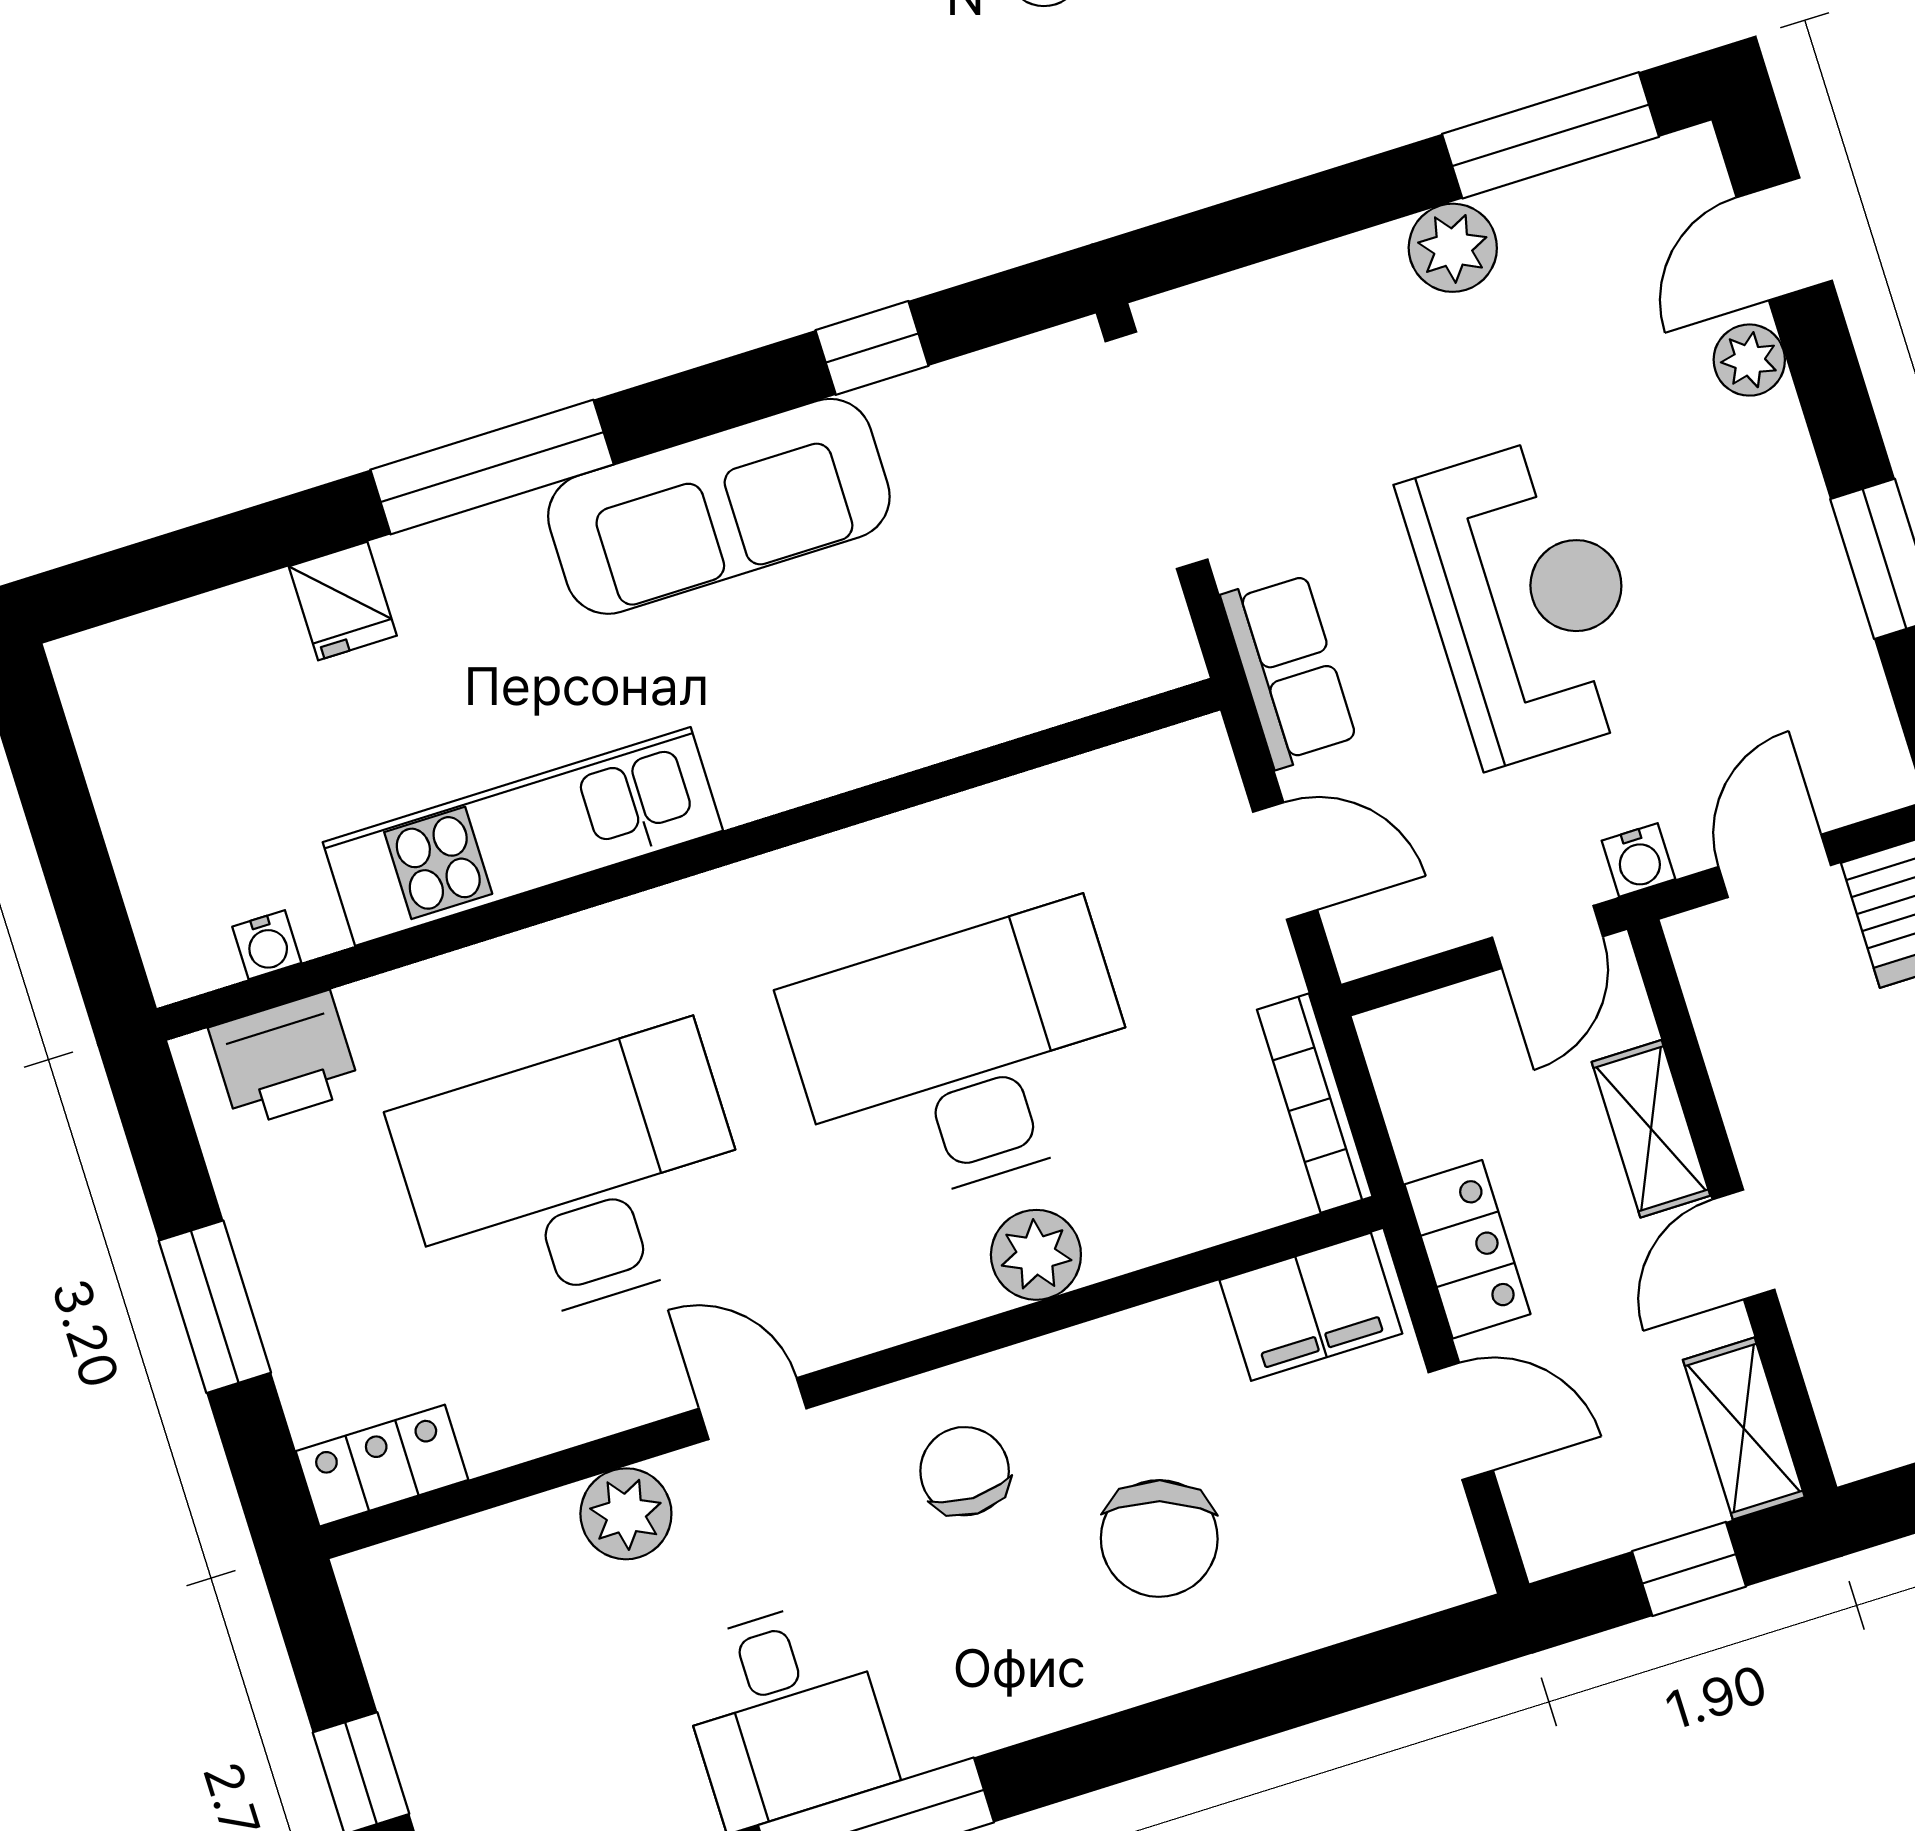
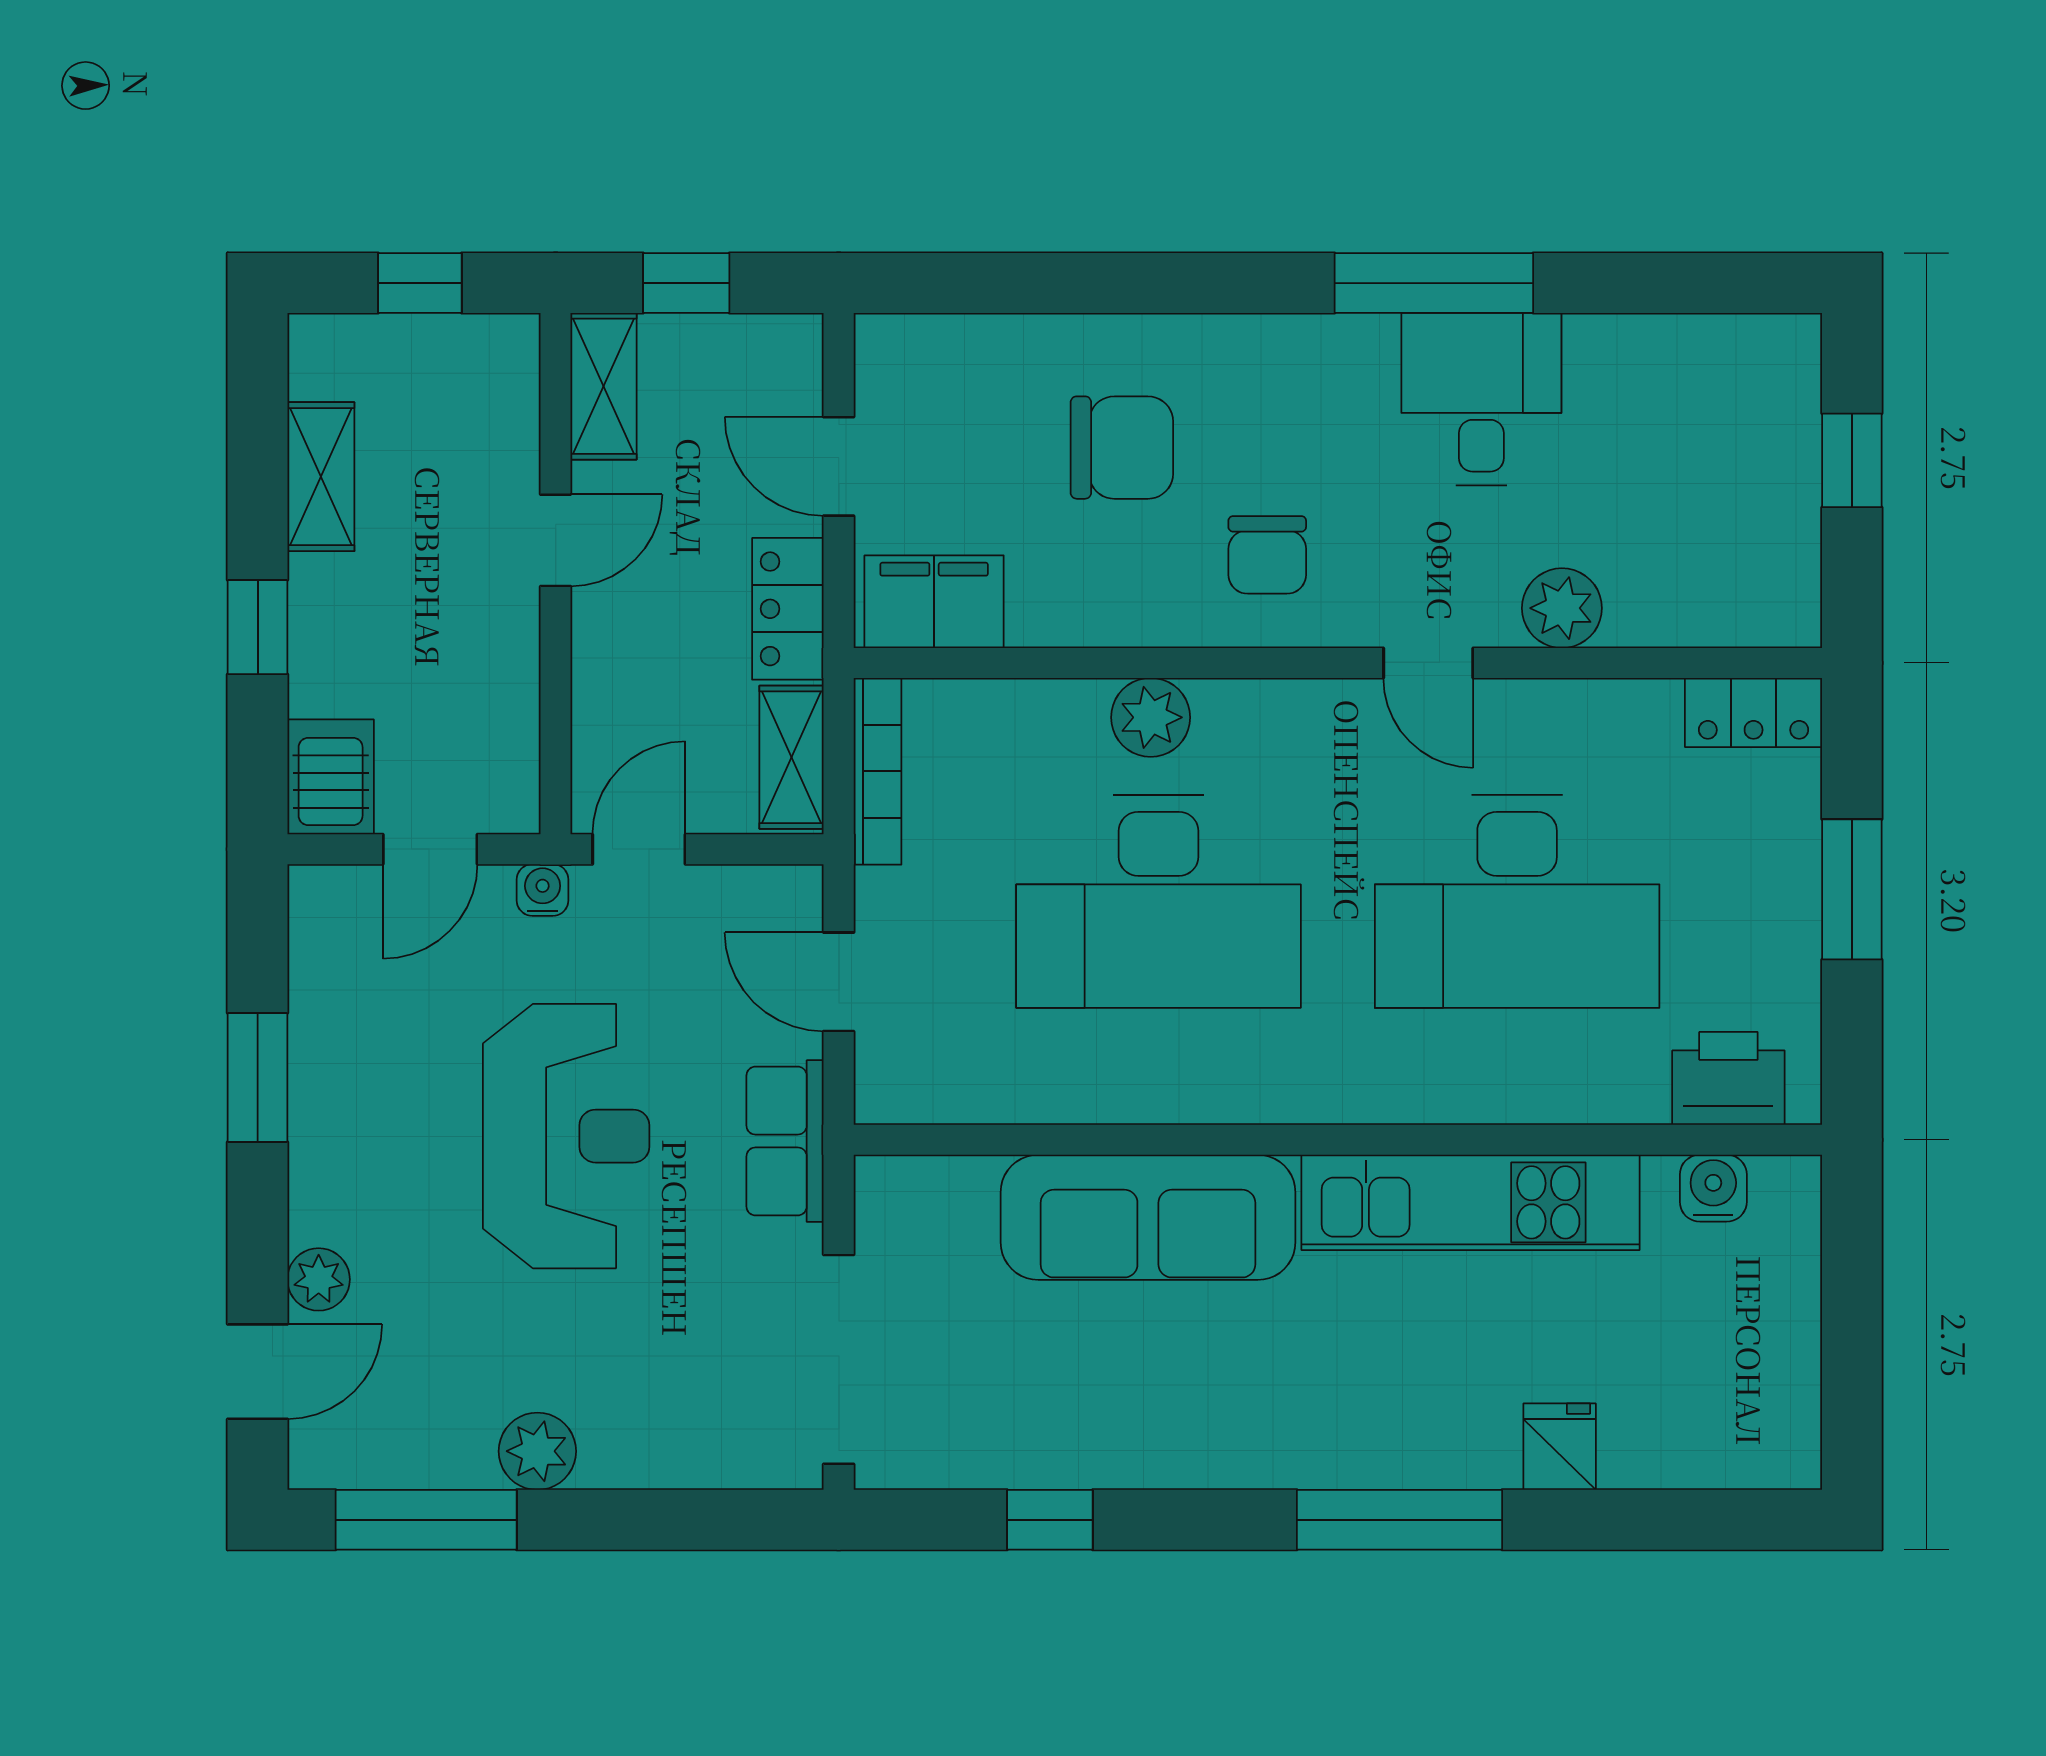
sofa: (719, 506) -> (1148, 1217), moved, turned 180
reception desk: (1529, 600) -> (566, 1136), turned 180
water cooler: (267, 945) -> (1713, 1188), width x1.38, depth x1.38
shelving: (1651, 1129) -> (792, 757), moved
chair: (1159, 1538) -> (1122, 448), turned 72

